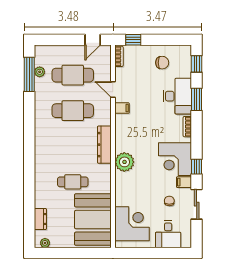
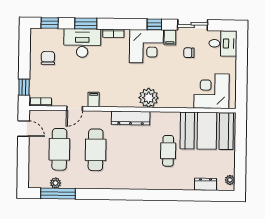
desk: (168, 234) -> (223, 43), moved

